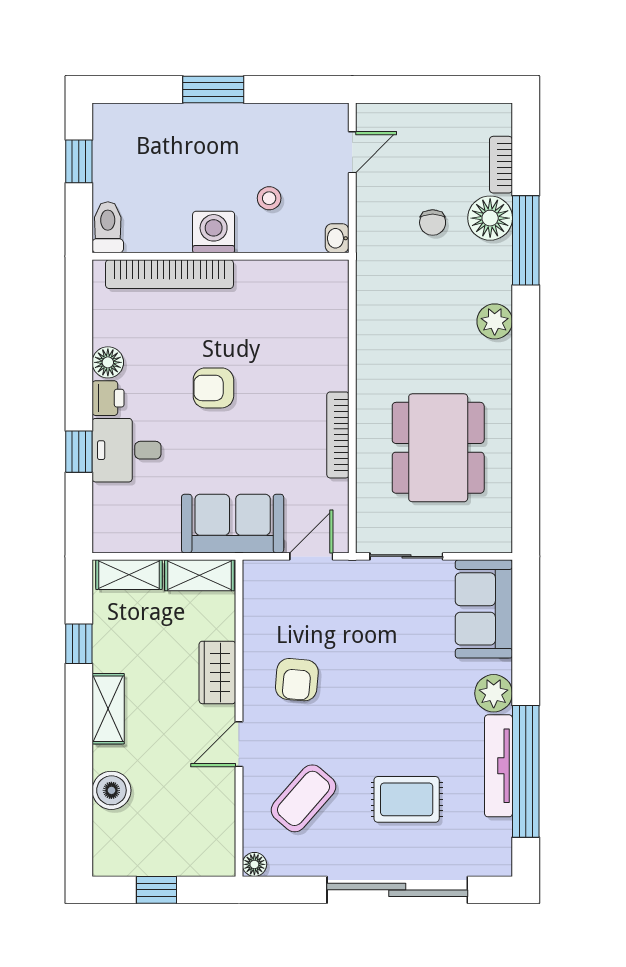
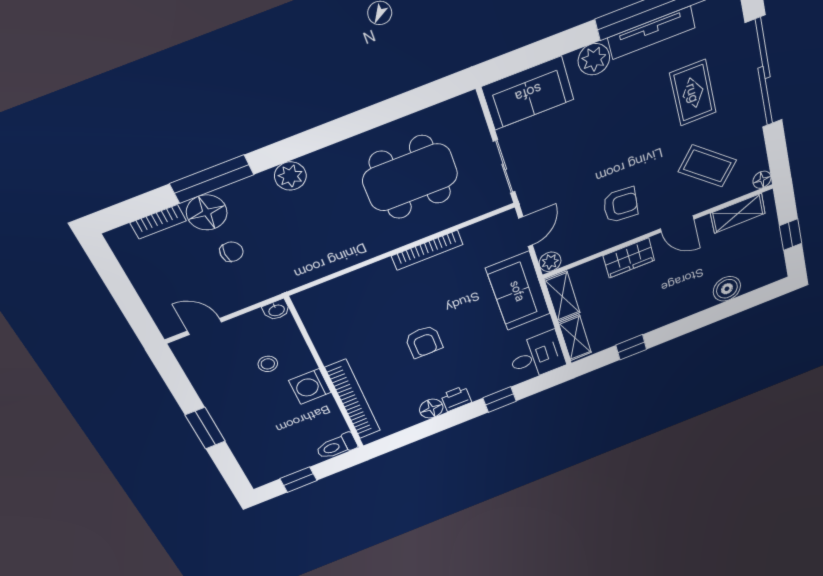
desk: (127, 450) -> (537, 356), moved, turned -90
door: (311, 556) -> (526, 232), swing flipped
plant: (256, 574) -> (550, 262), added
shelving: (108, 709) -> (738, 213), moved

